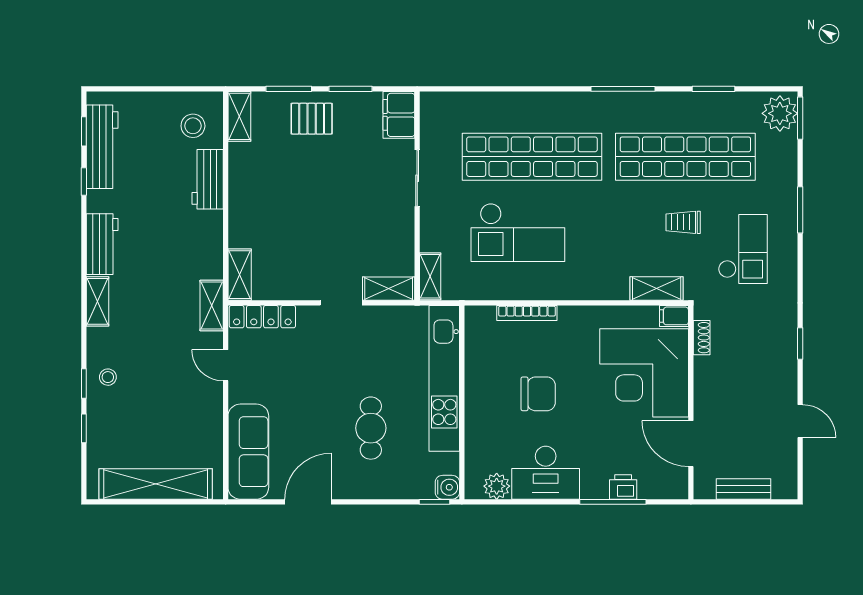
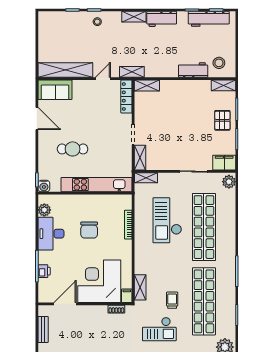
plant: (438, 105) -> (229, 182), added
sofa: (248, 452) -> (55, 90), width x0.73
shelving: (156, 484) -> (65, 70), moved, turned 90

